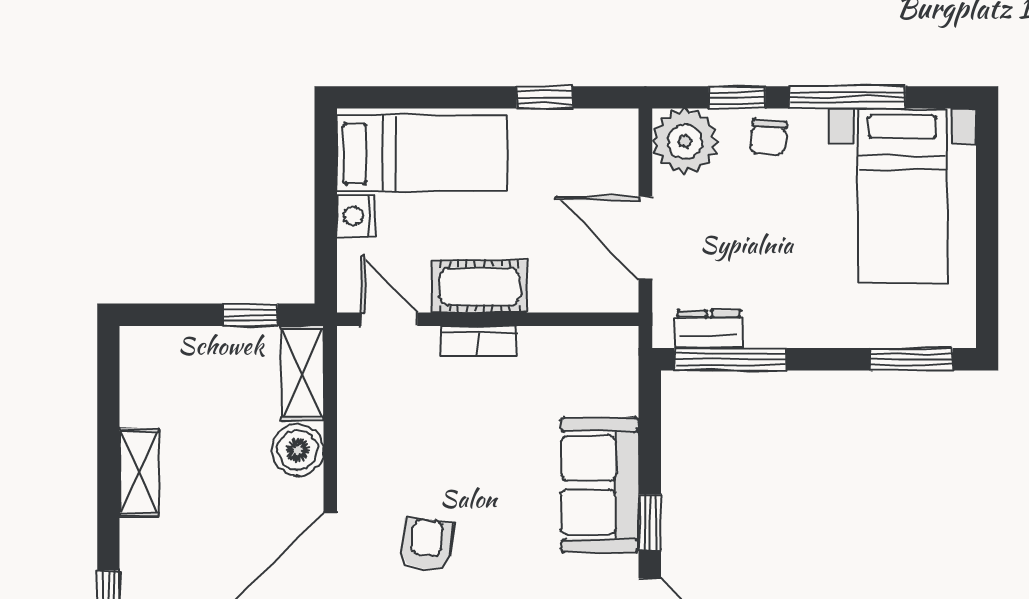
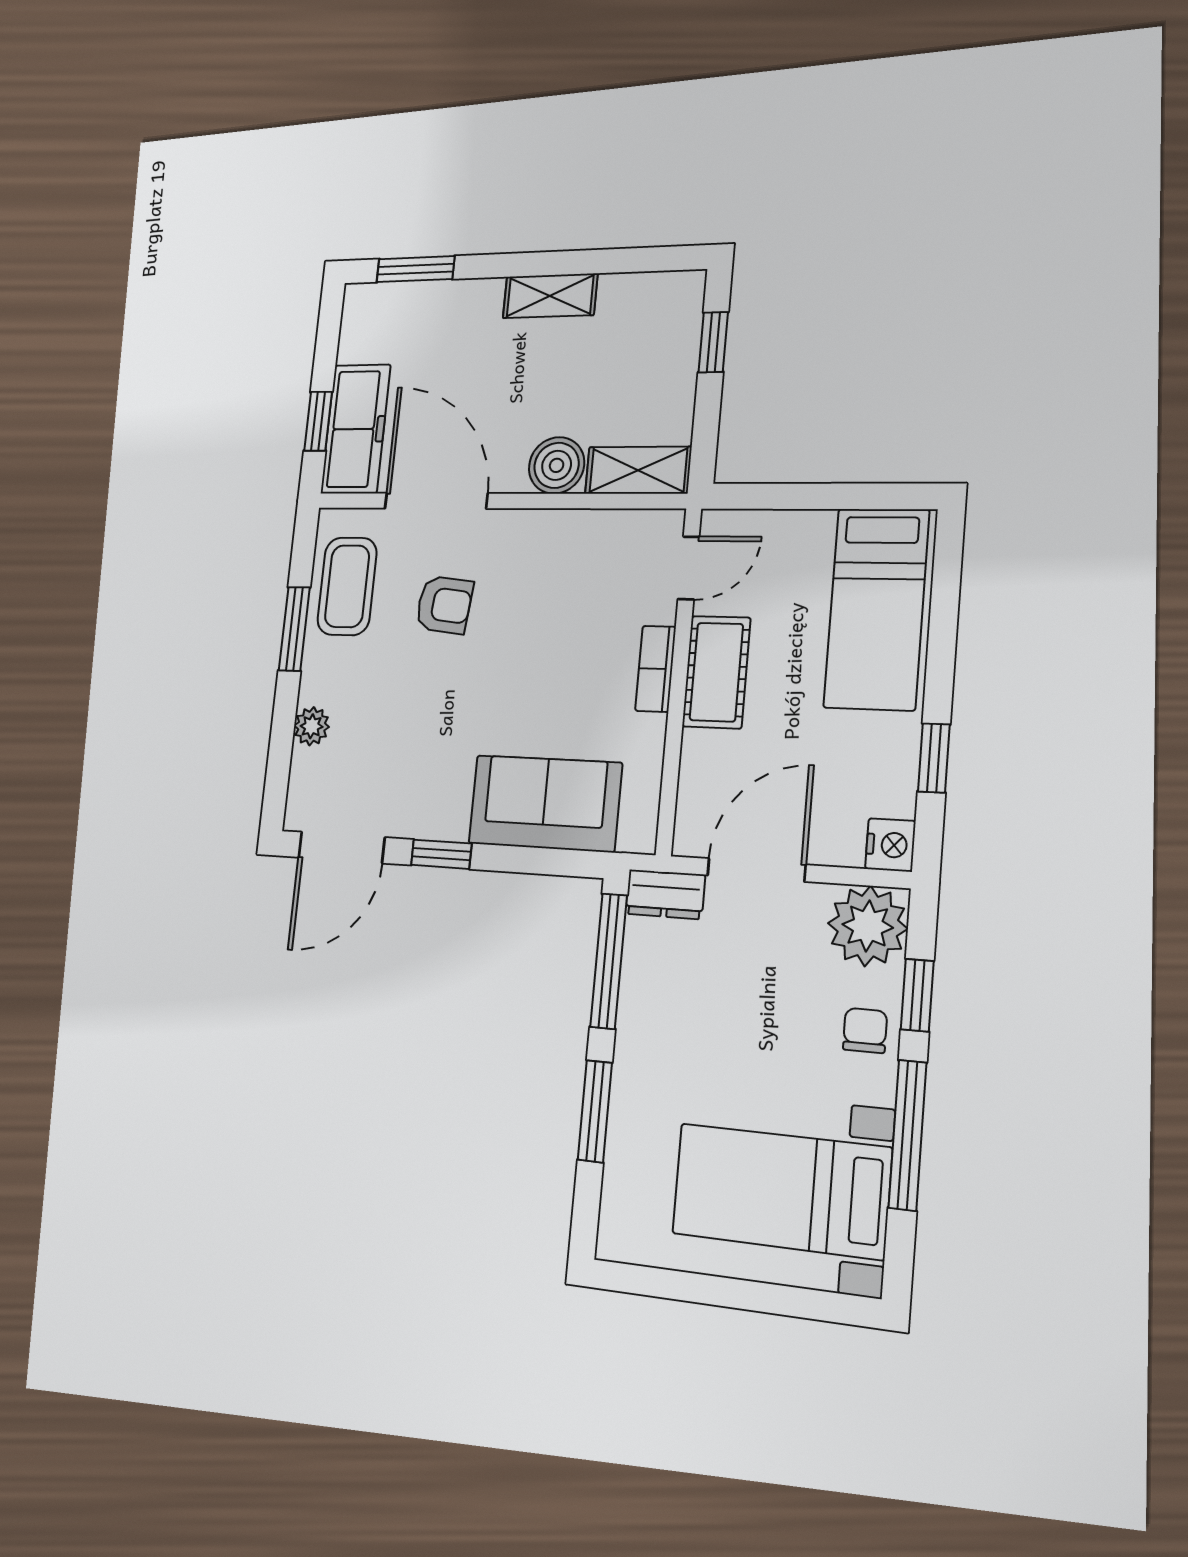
chair: (769, 137) -> (865, 1030), turned 85
nightstand: (356, 216) -> (890, 845), moved, turned 90
window: (250, 315) -> (713, 342), moved
dresser: (709, 329) -> (665, 894), moved, turned 90
window: (912, 359) -> (595, 1111), moved
sofa: (600, 485) -> (545, 803), moved

